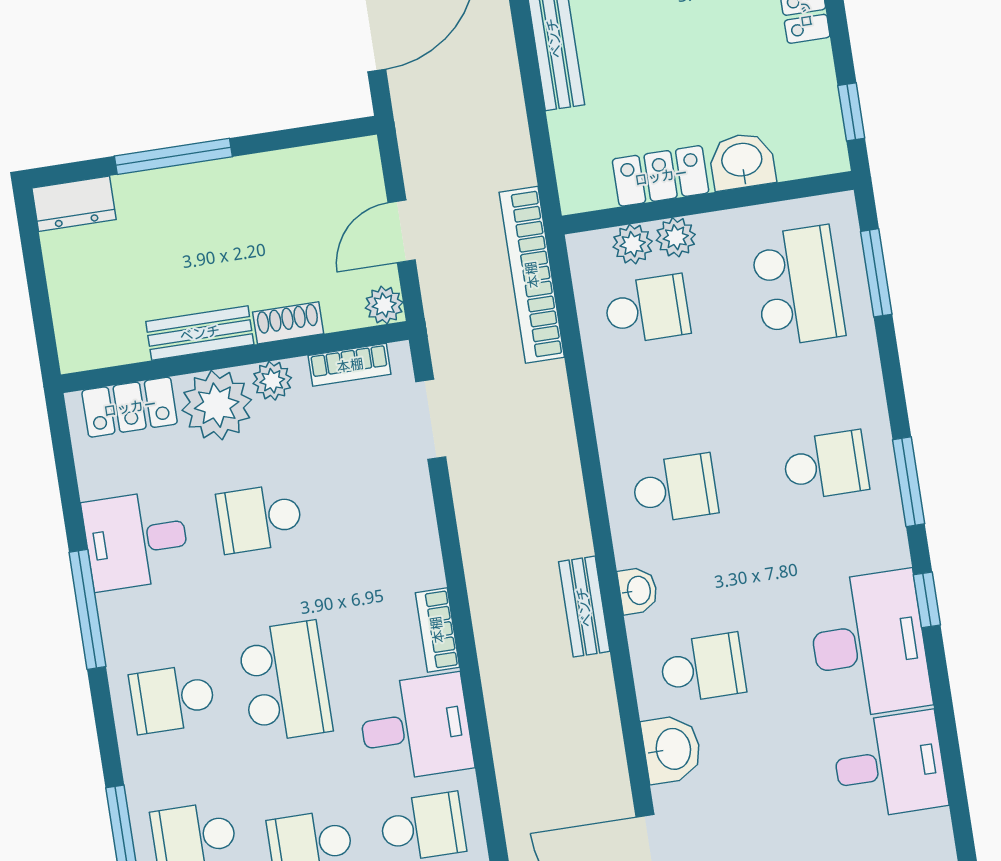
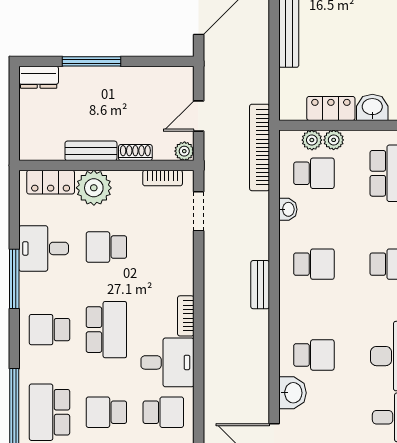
plant: (272, 381) -> (123, 180), removed
washbasin: (638, 591) -> (288, 209), moved
bench: (584, 607) -> (260, 285), moved

